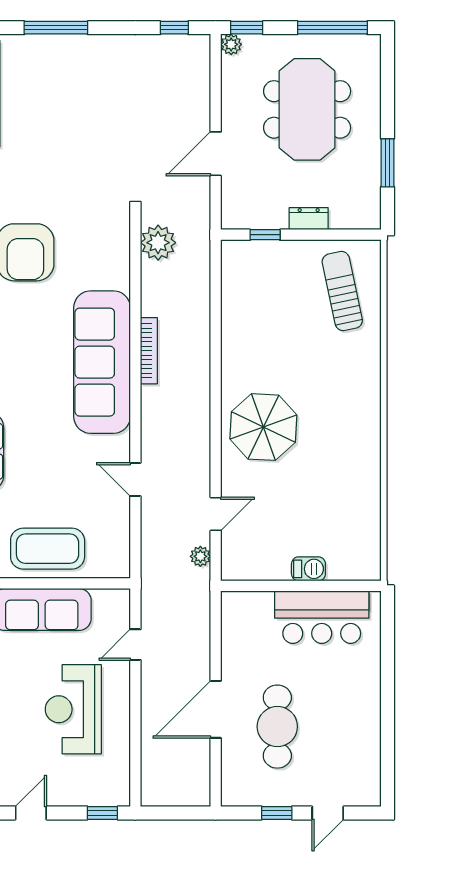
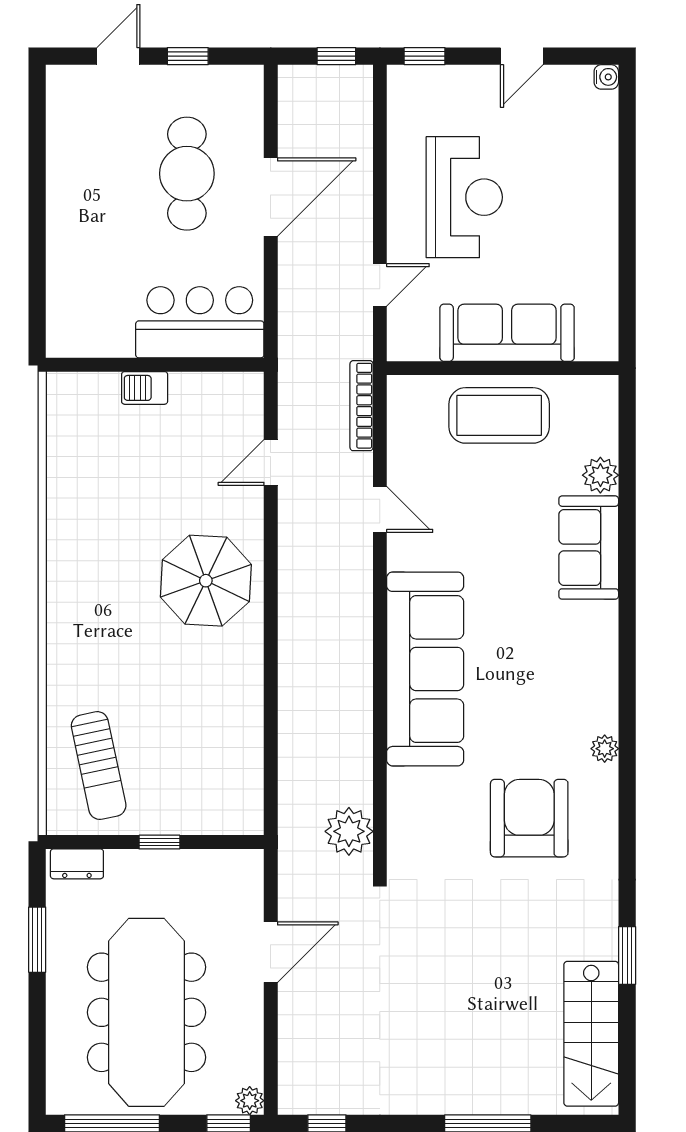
meeting table: (307, 109) -> (146, 1012), width x1.36
dresser: (309, 219) -> (77, 864), moved
window: (265, 235) -> (159, 842), moved
bookcase: (149, 351) -> (362, 406), moved
plant: (200, 556) -> (291, 405), removed
bar counter: (322, 617) -> (200, 322), moved
window: (167, 813) -> (336, 56), added

